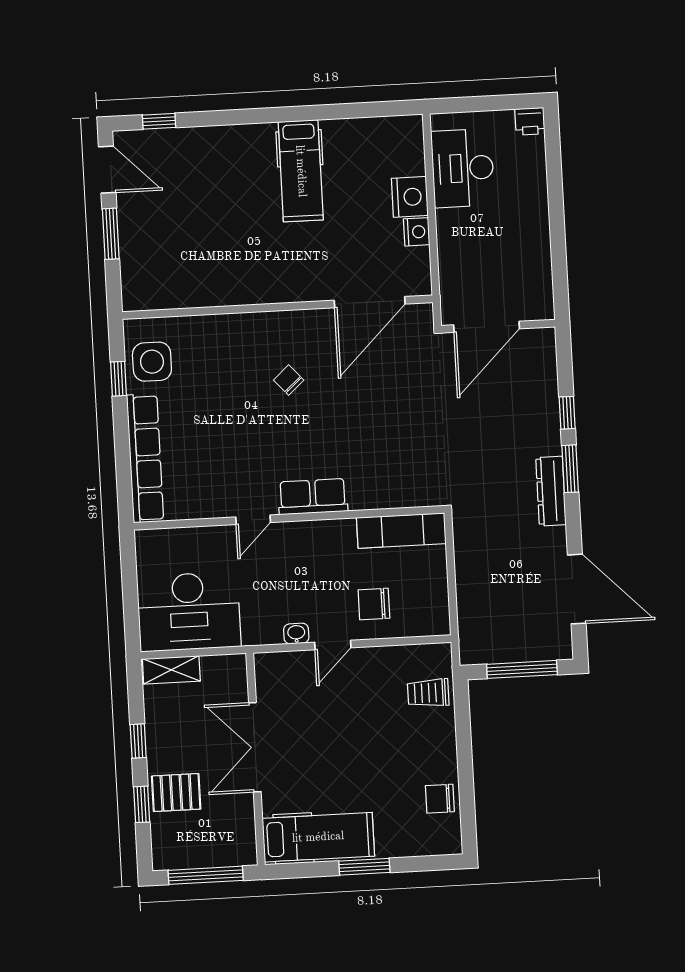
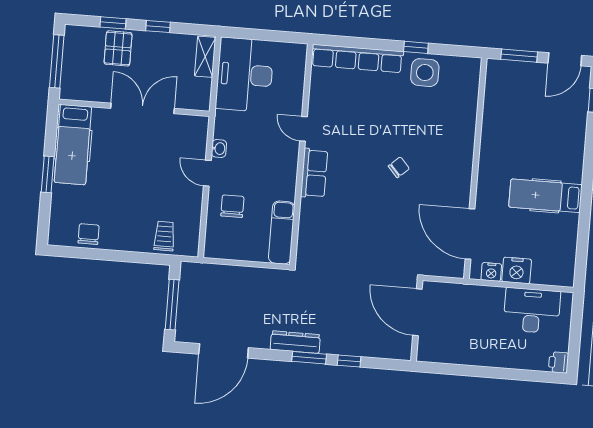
door: (370, 302) -> (470, 234), moved
wall: (277, 307) -> (475, 168), moved

